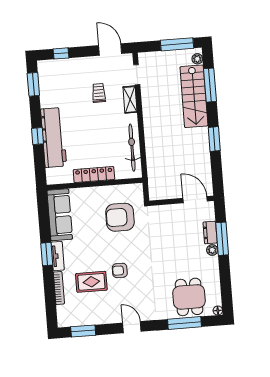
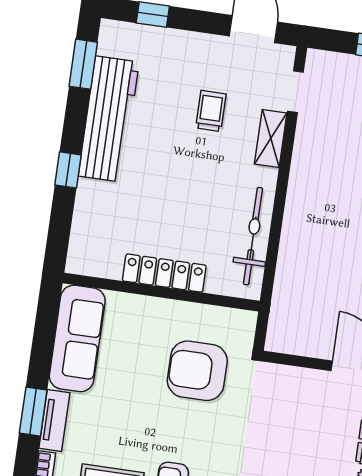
workbench: (54, 138) -> (109, 119), moved

